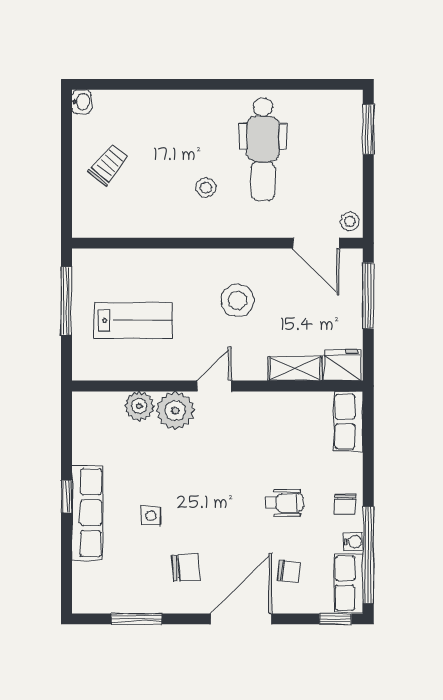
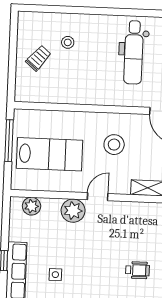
washbasin: (82, 102) -> (23, 19), removed
stool: (206, 188) -> (68, 42), moved
lab bench: (133, 320) -> (50, 154), width x1.36, depth x1.39
plant: (139, 406) -> (32, 206), moved

